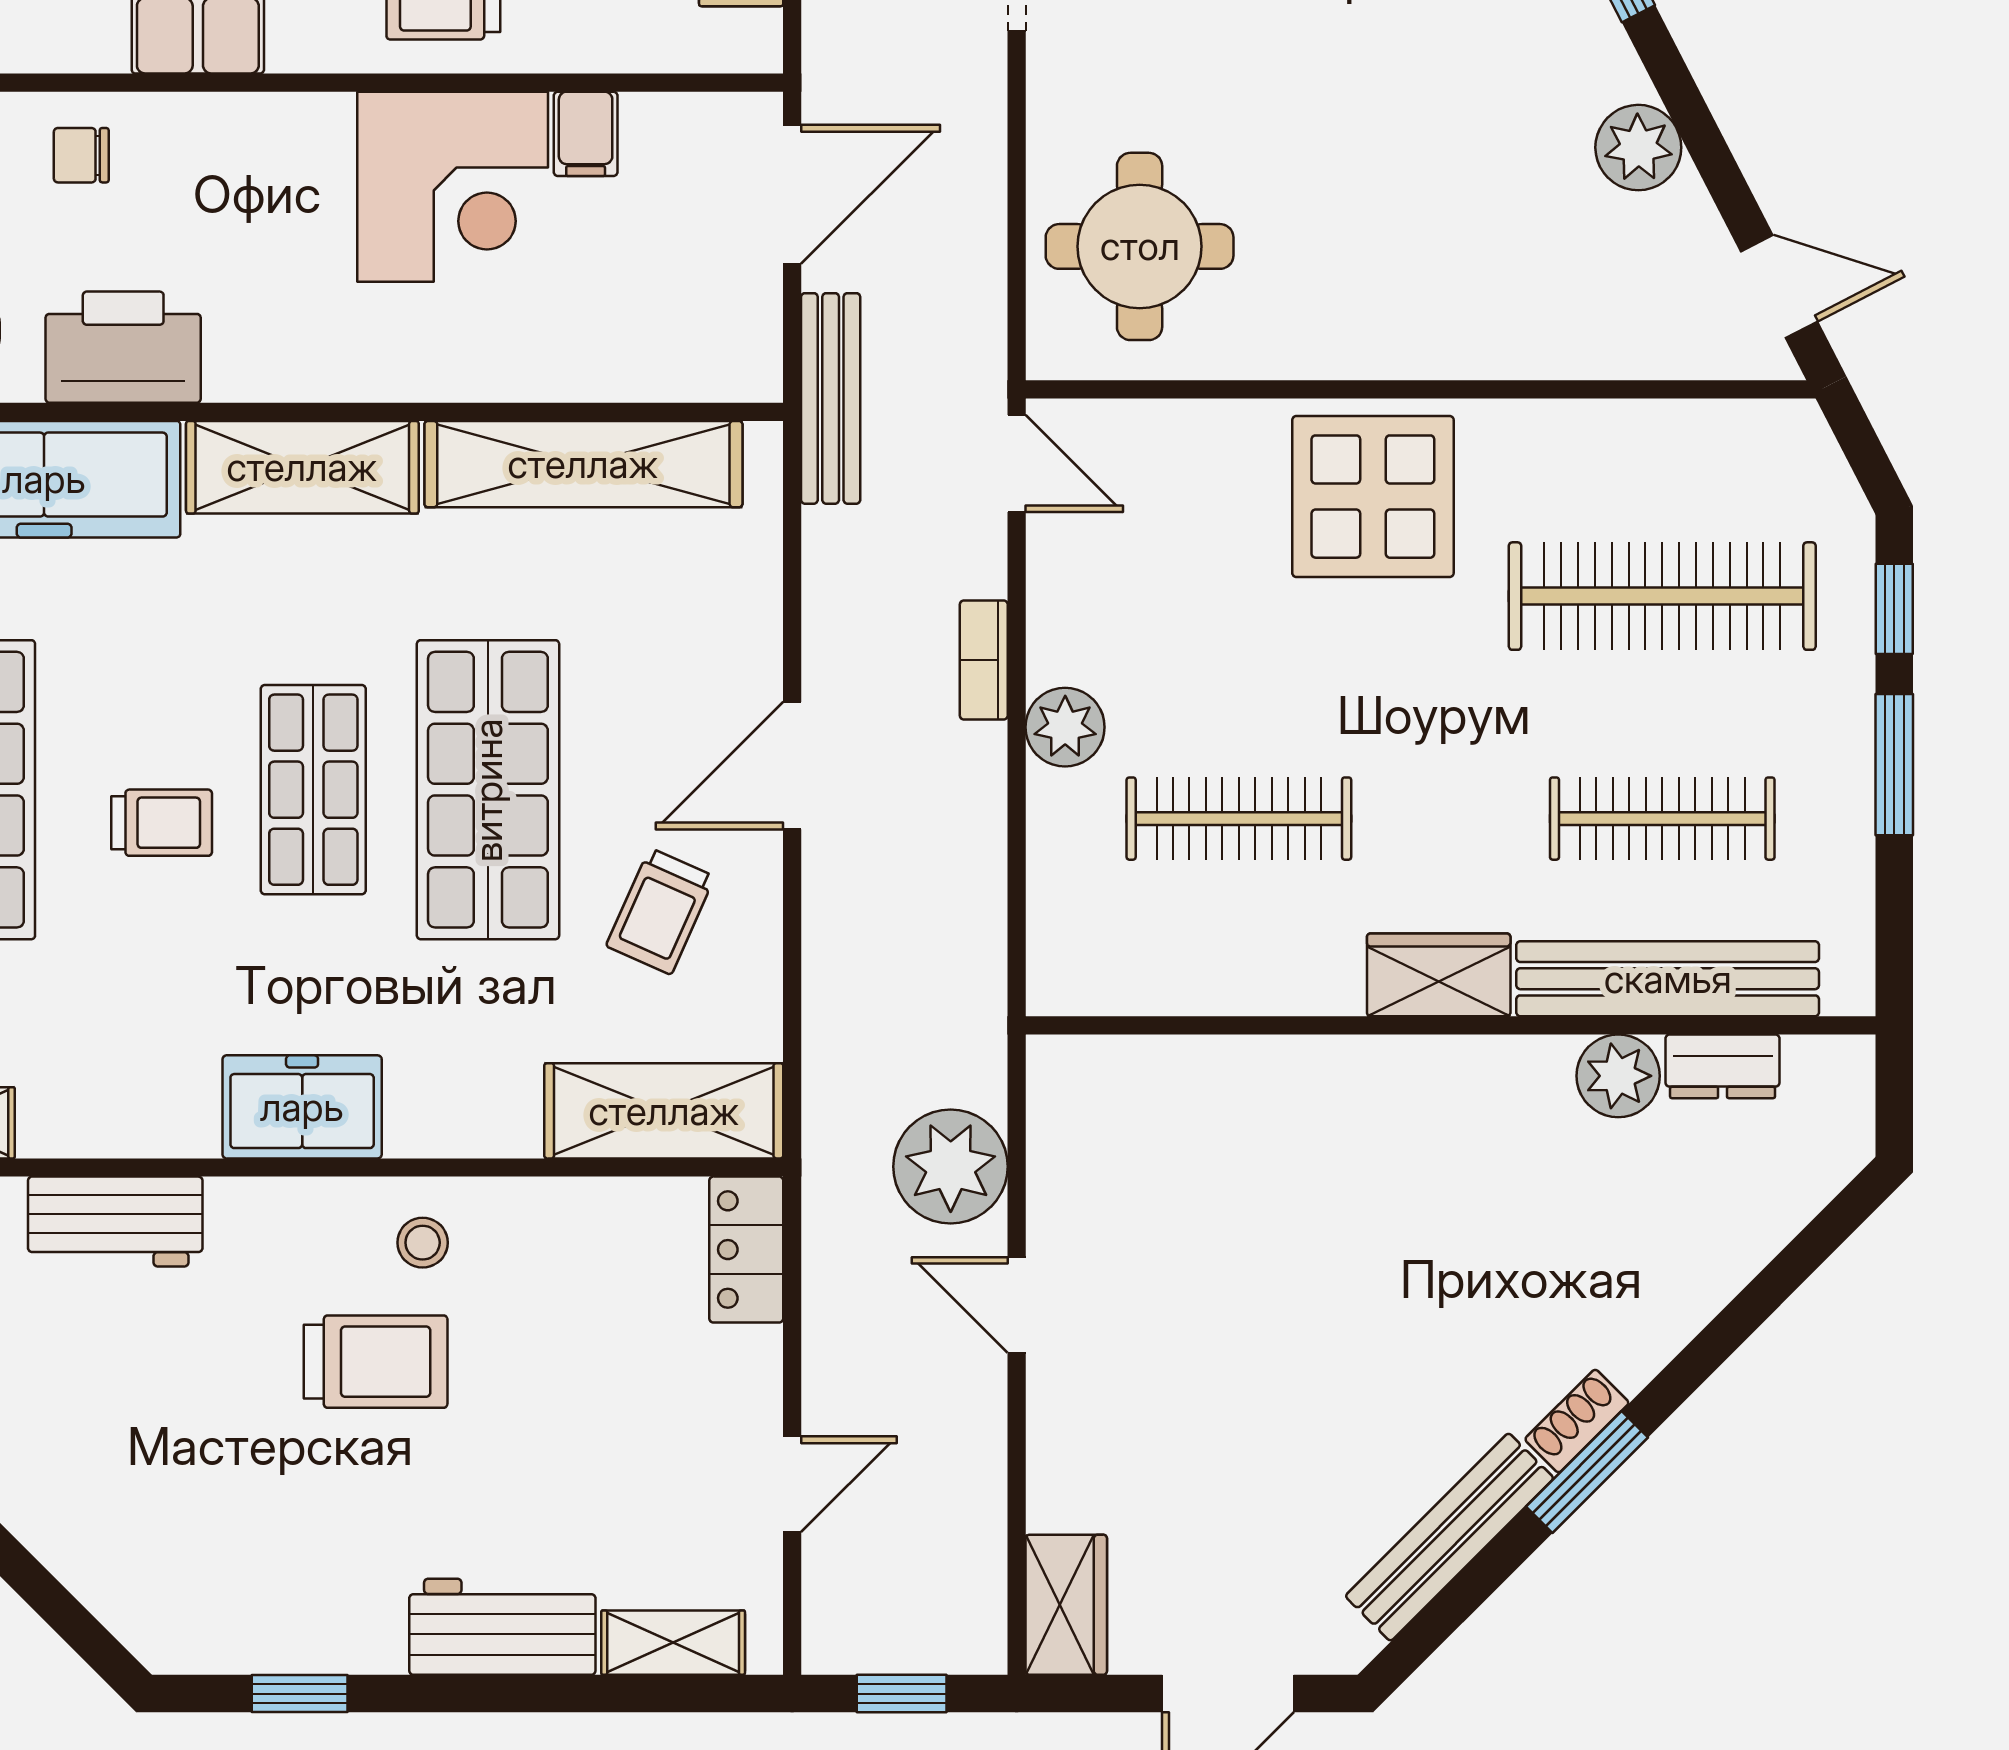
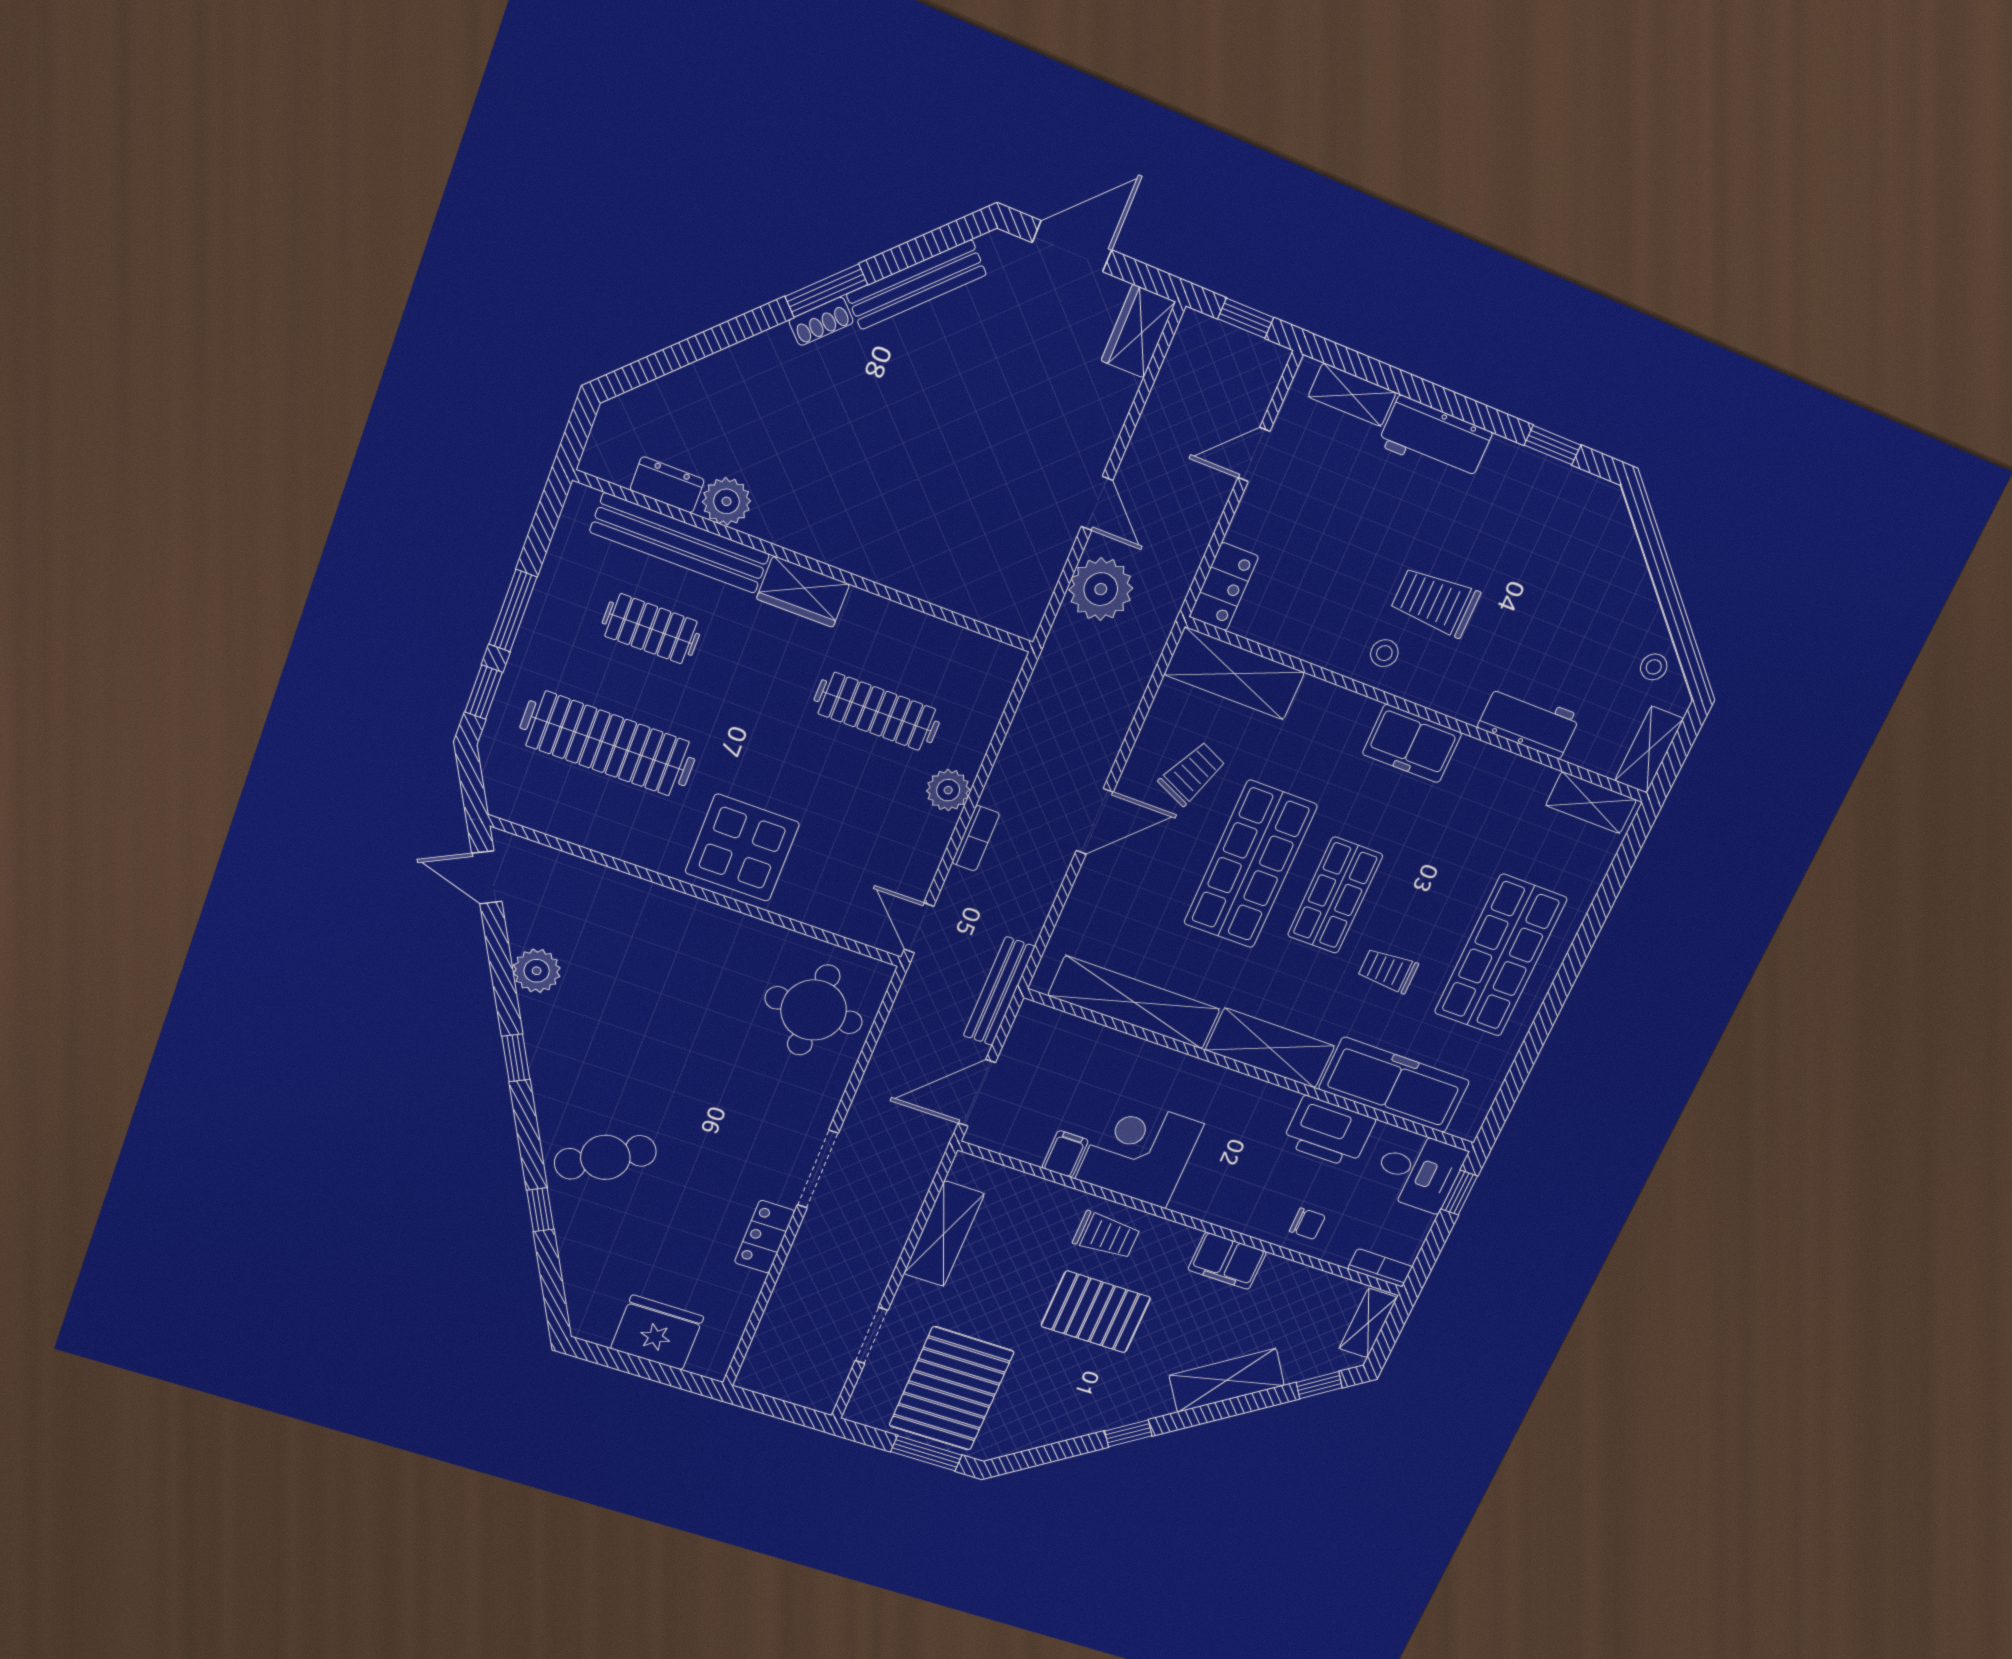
clothes rail: (1662, 819) -> (651, 629), width x0.73
trolley: (162, 823) -> (1388, 971), moved

